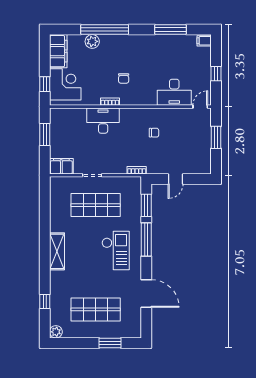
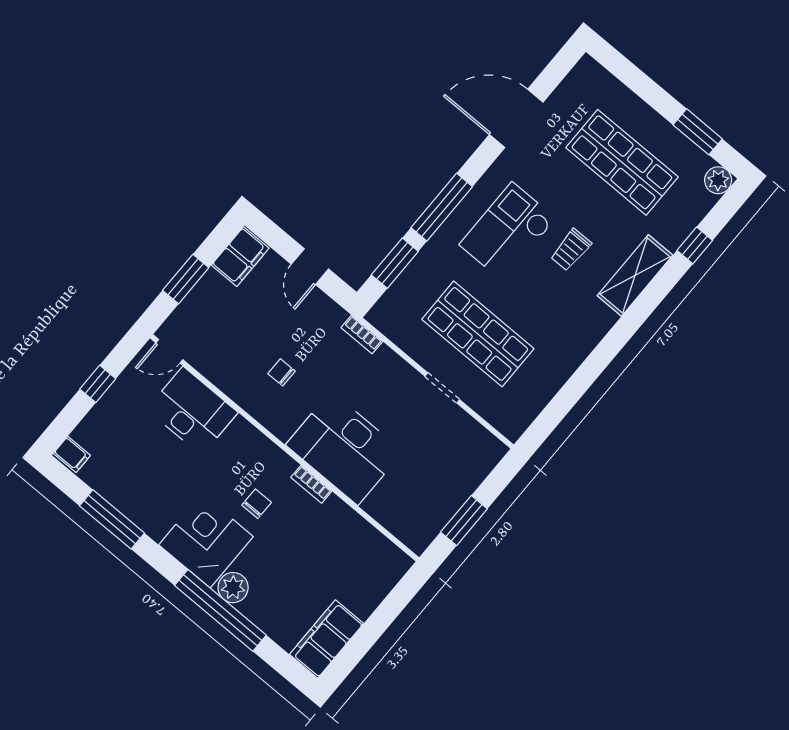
plant: (92, 41) -> (233, 588), moved
window: (45, 84) -> (394, 603), removed
corner desk: (65, 84) -> (206, 541), moved, turned 90
desk: (103, 121) -> (344, 448), width x1.36, depth x1.30
filing cabinet: (61, 166) -> (240, 257), moved, turned -90
door: (176, 179) -> (310, 267), swing flipped
shelving: (57, 251) -> (635, 275), moved
trolley: (88, 263) -> (571, 250), added
door: (146, 293) -> (516, 118), hinge flipped
window: (110, 343) -> (698, 132), moved

